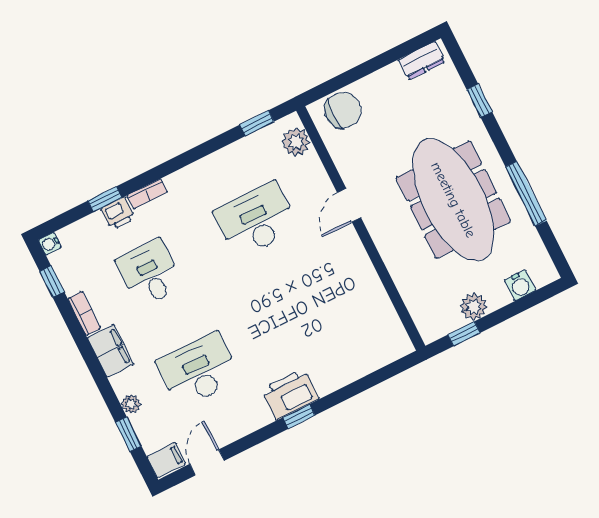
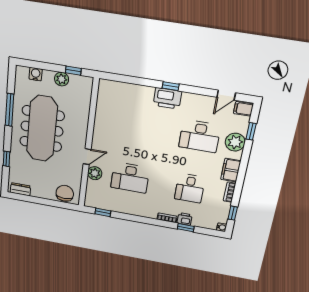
chair: (343, 110) -> (65, 193), turned 90
plant: (296, 142) -> (95, 173), moved
plant: (131, 404) -> (235, 142), width x1.88, depth x1.88

